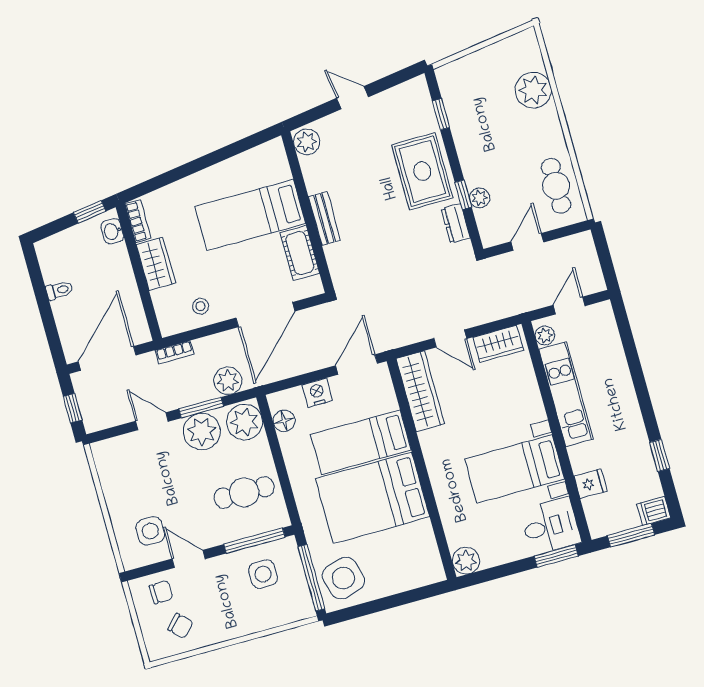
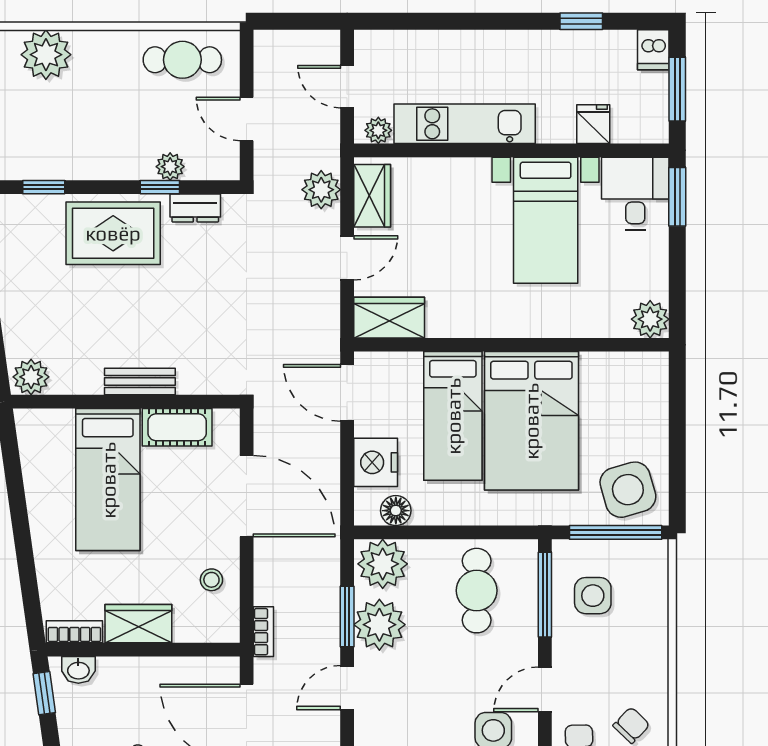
plant: (228, 381) -> (321, 190), moved
wardrobe: (420, 391) -> (389, 318), width x0.67
nightstand: (317, 393) -> (376, 462), width x1.36, depth x1.33

